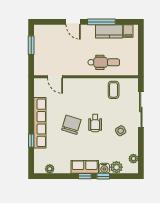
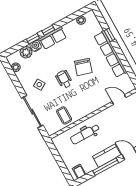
kitchen counter: (109, 31) -> (107, 156), moved

